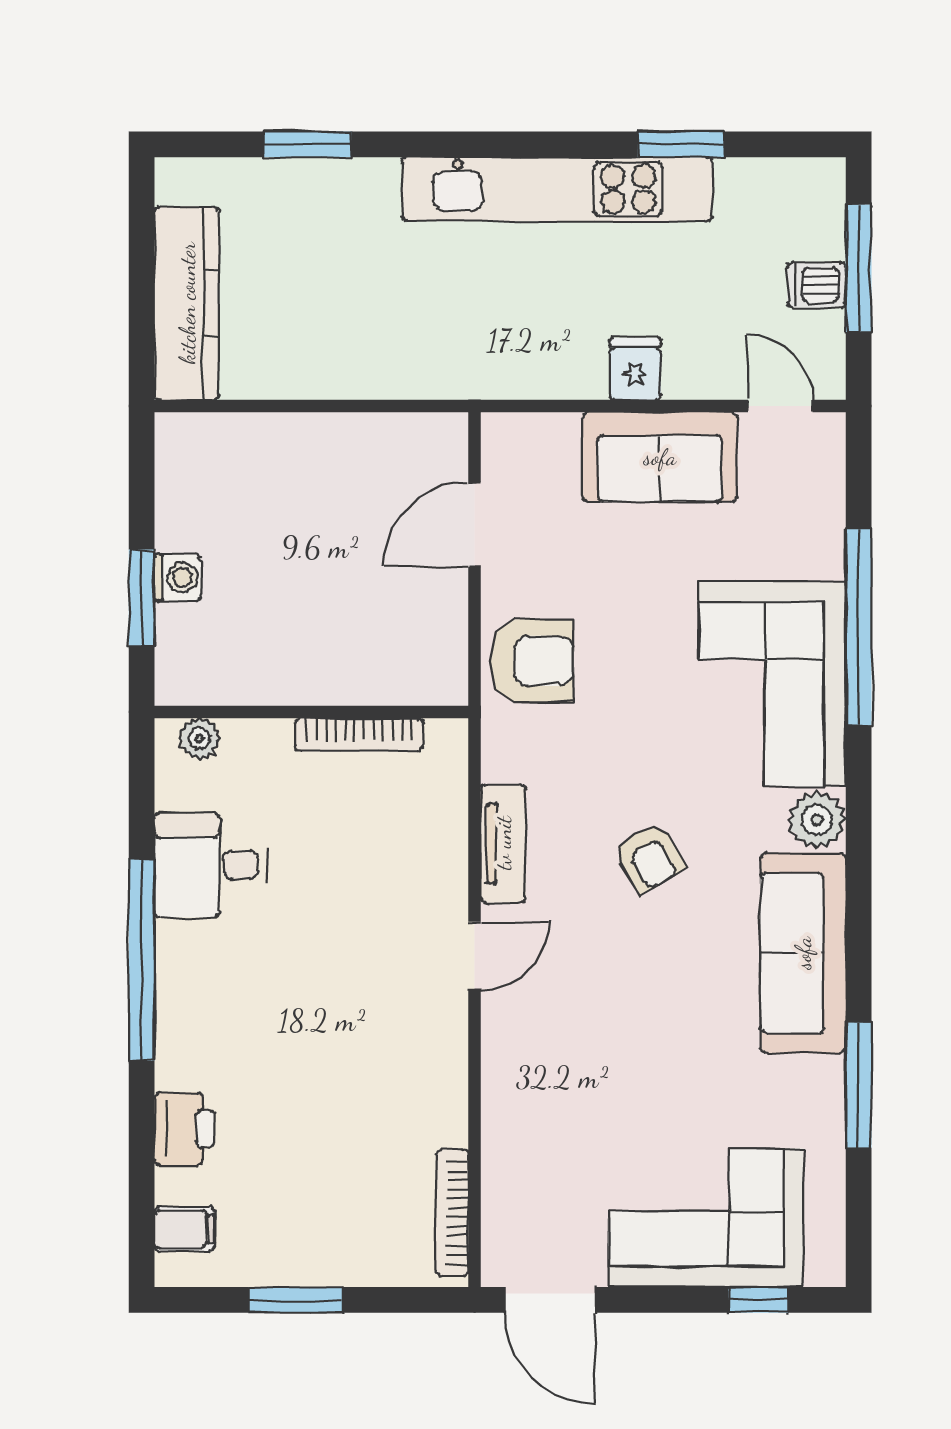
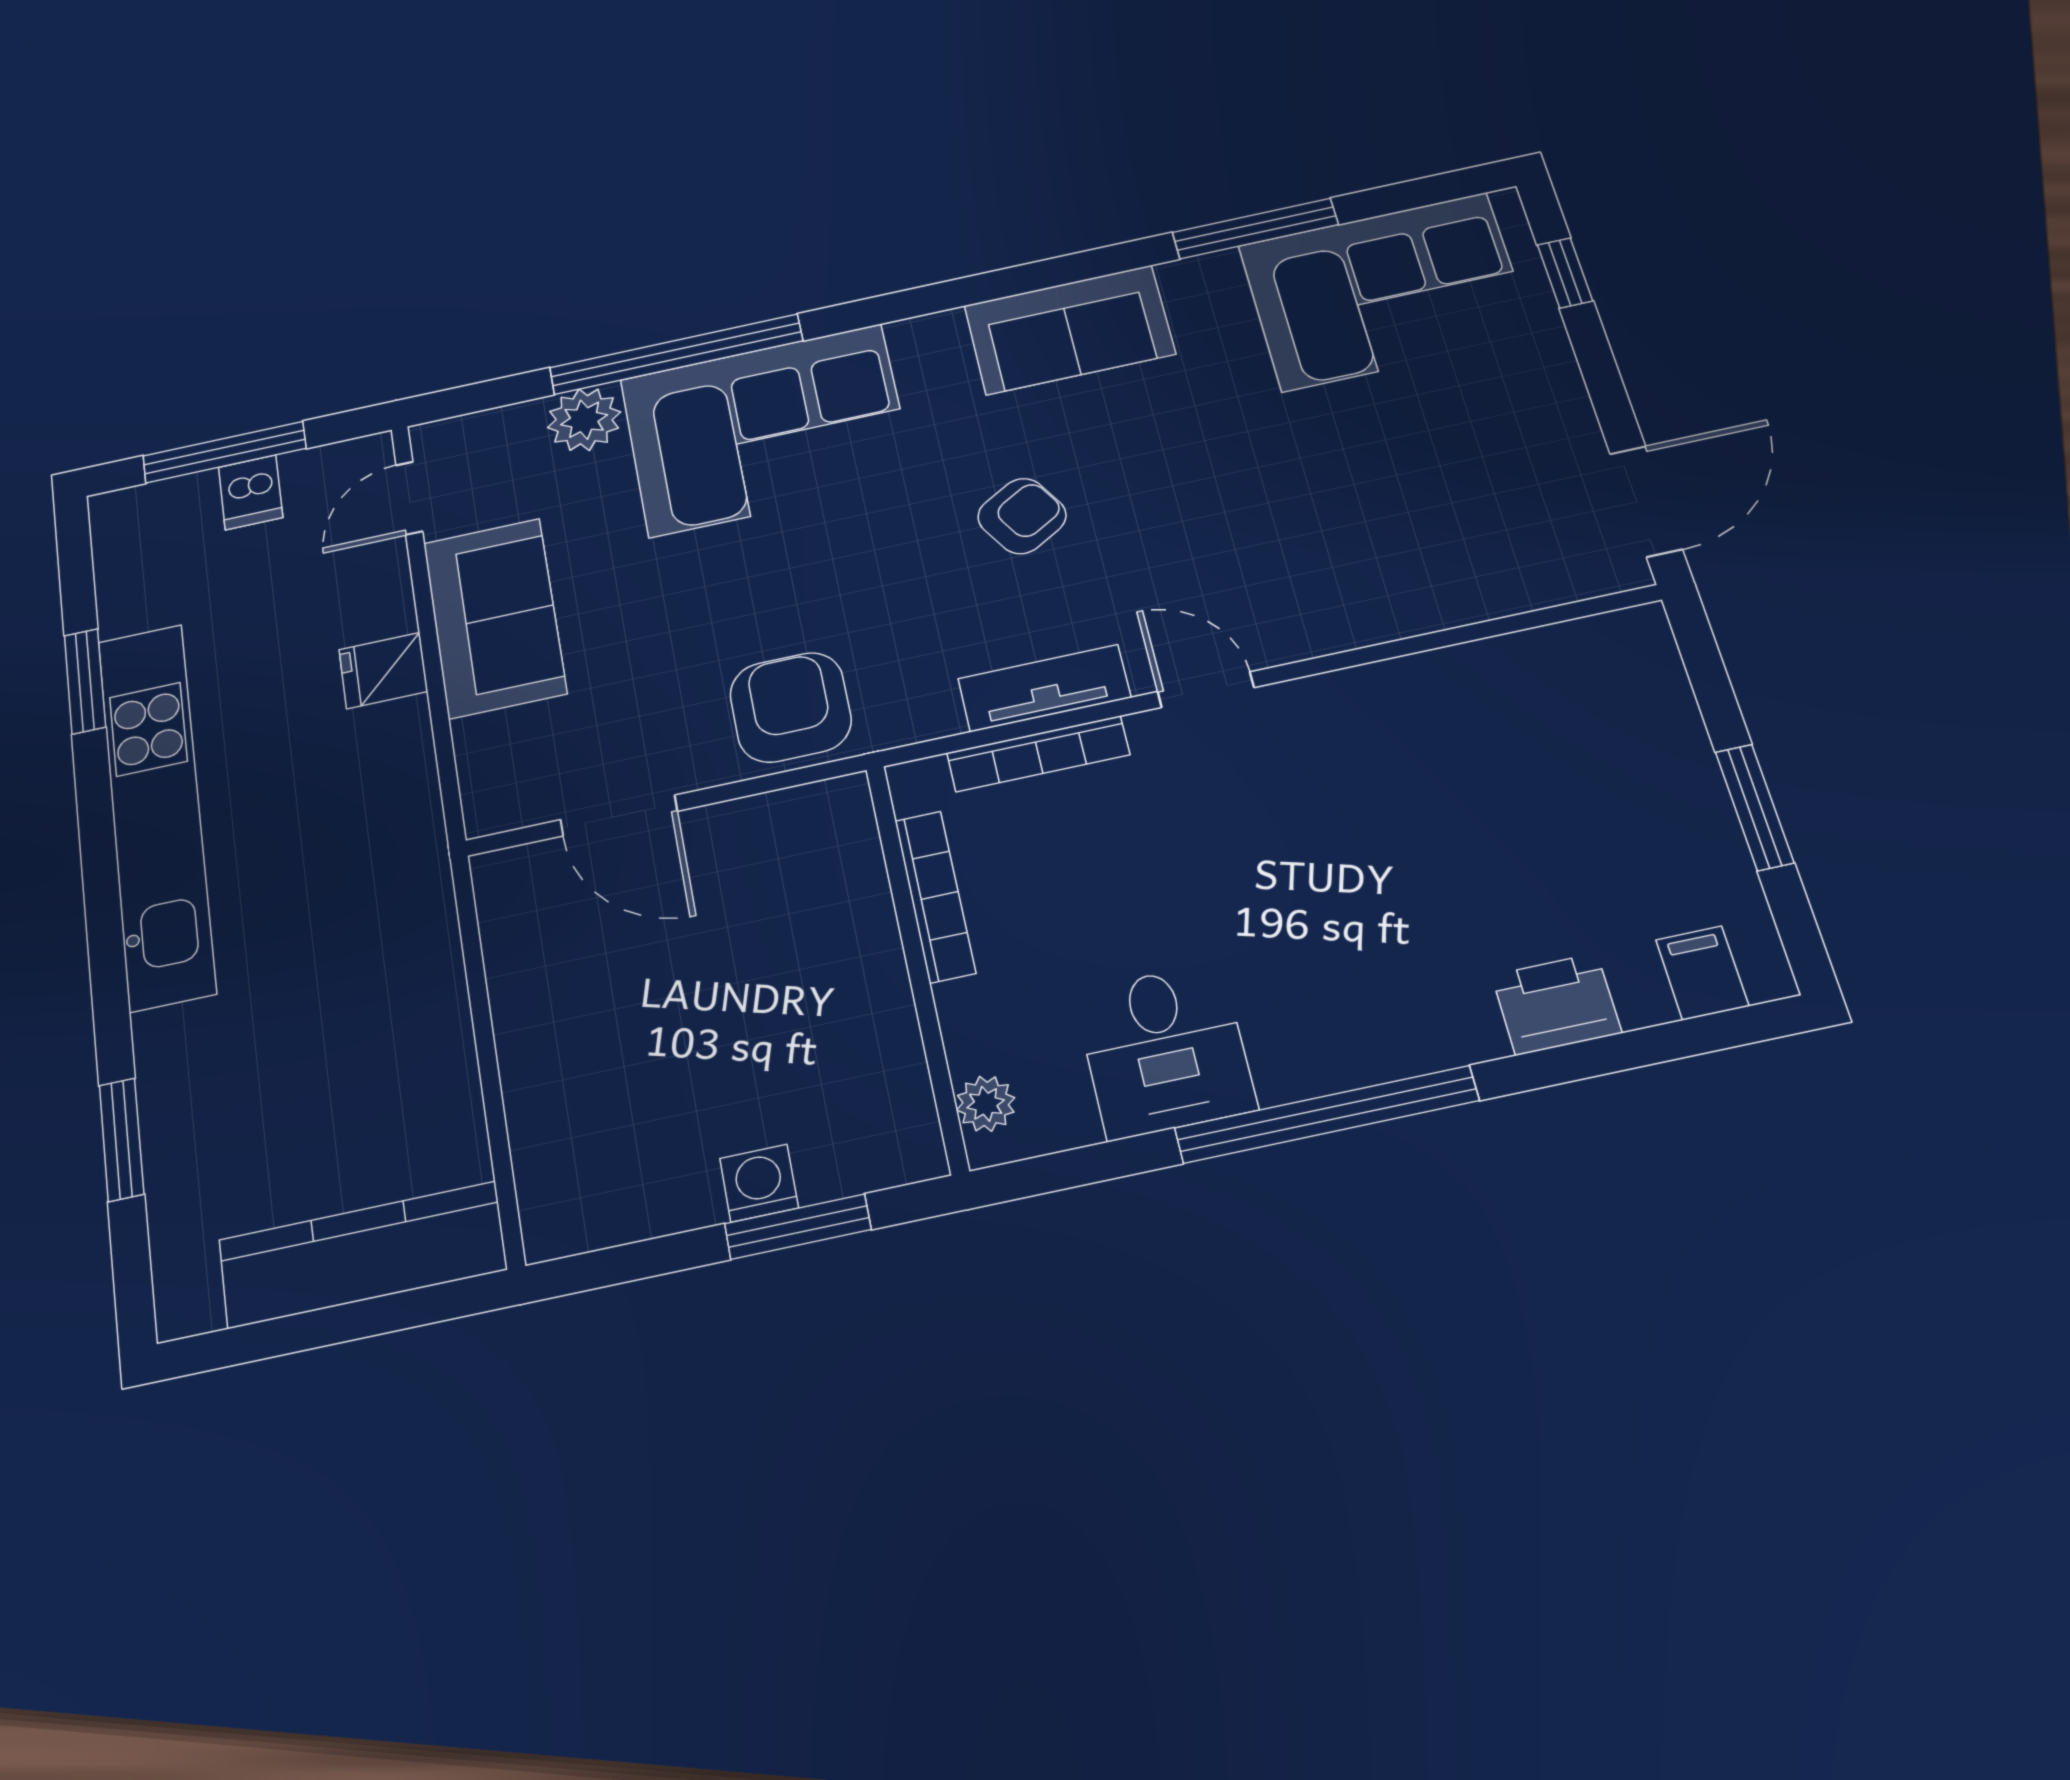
plant: (817, 820) -> (584, 420), moved
sofa: (803, 953) -> (1069, 330), width x0.73
bookcase: (452, 1213) -> (1038, 754), moved
corner sofa: (706, 1218) -> (1385, 291), moved, turned -90

